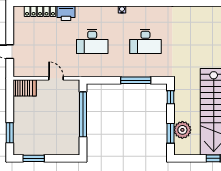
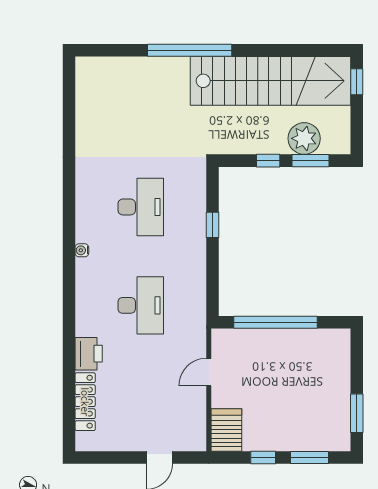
window: (136, 80) -> (212, 225), width x0.46
window: (170, 97) -> (268, 161), moved
window: (10, 108) -> (263, 457), added

